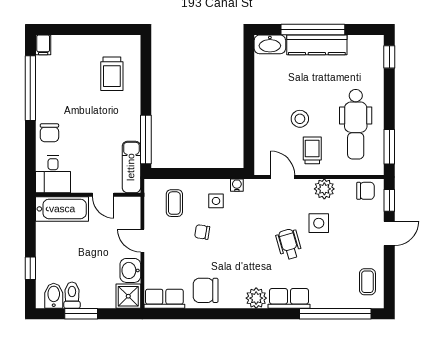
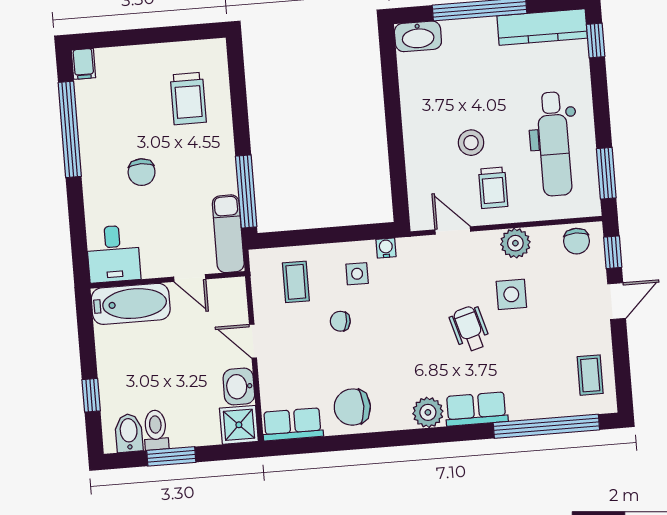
kitchen counter: (317, 45) -> (542, 27), moved
chair: (49, 133) -> (142, 172), moved
trolley: (312, 150) -> (493, 188), turned 180
chair: (366, 191) -> (577, 241), turned 90

